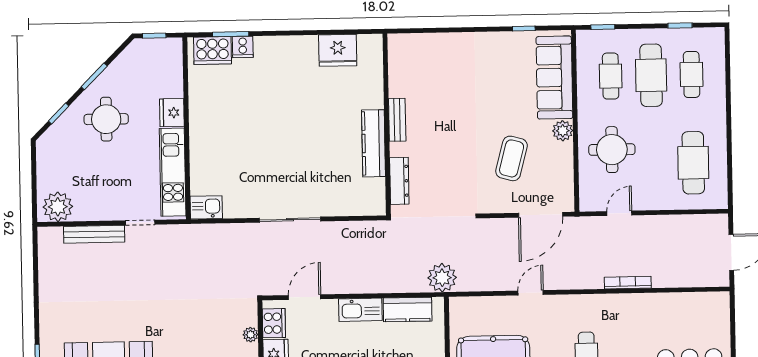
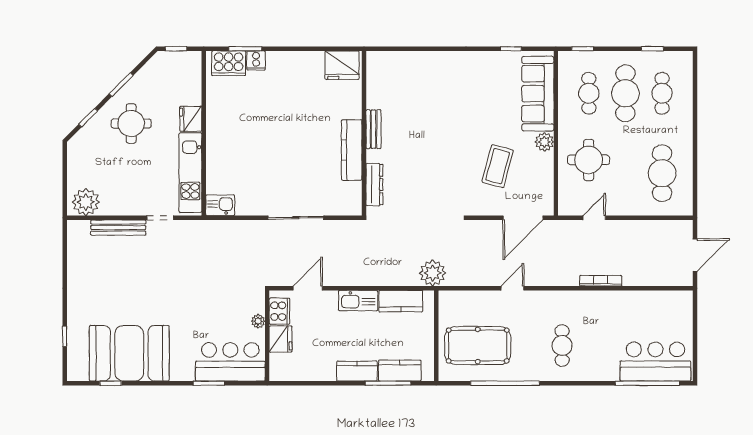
bench: (397, 120) -> (374, 129), moved
wall: (387, 124) -> (364, 133), moved
kitchen counter: (374, 143) -> (352, 150), moved
dresser: (399, 181) -> (374, 185), moved

